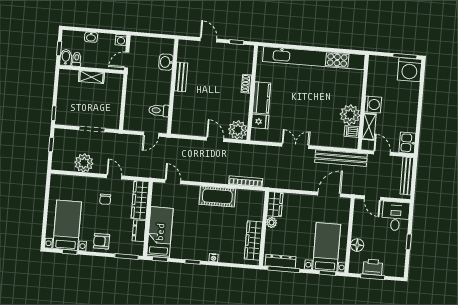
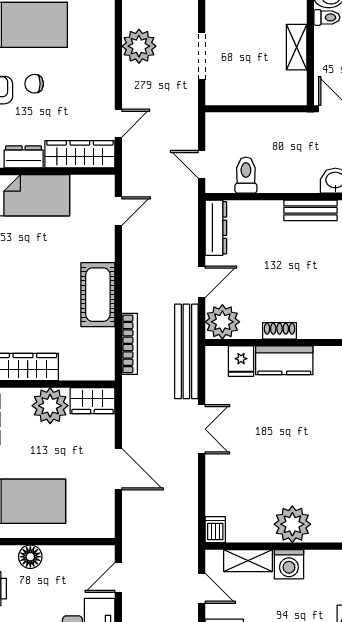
shoe rack: (246, 84) -> (280, 331), moved
plant: (350, 115) -> (292, 524), moved
dresser: (186, 129) -> (216, 228), added
dishwasher: (352, 132) -> (215, 530), moved
door: (382, 153) -> (202, 588), hinge flipped
bench: (341, 158) -> (186, 351), moved
door: (114, 177) -> (118, 123), moved
door: (329, 194) -> (118, 469), moved
chair: (105, 199) -> (34, 84), moved
plant: (272, 222) -> (50, 406), width x1.87, depth x1.87

